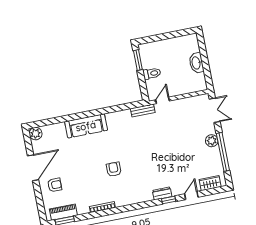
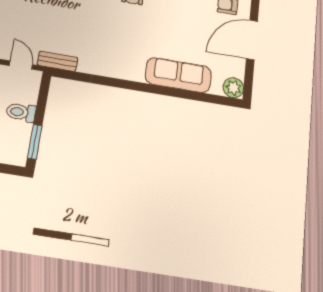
door: (163, 100) -> (21, 65), swing flipped
sofa: (86, 126) -> (178, 75), moved

